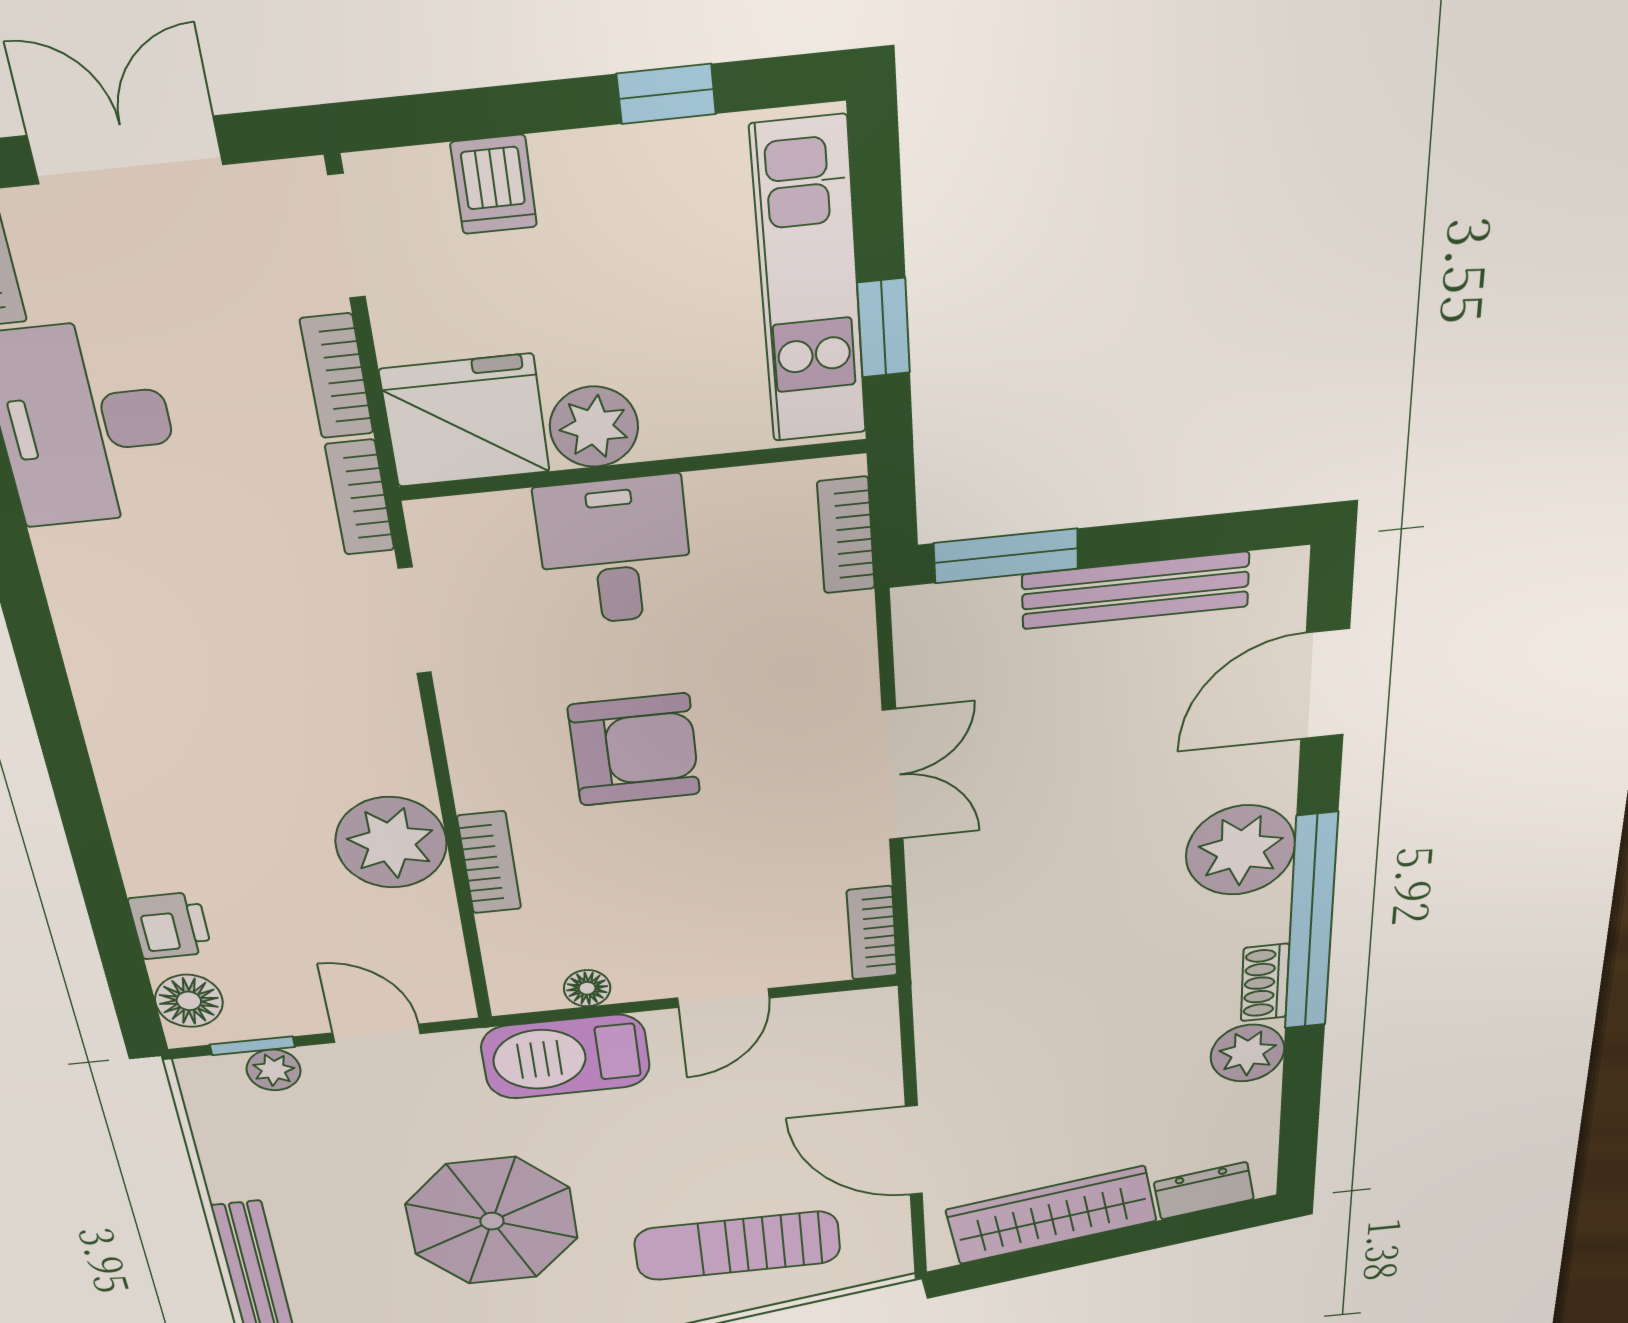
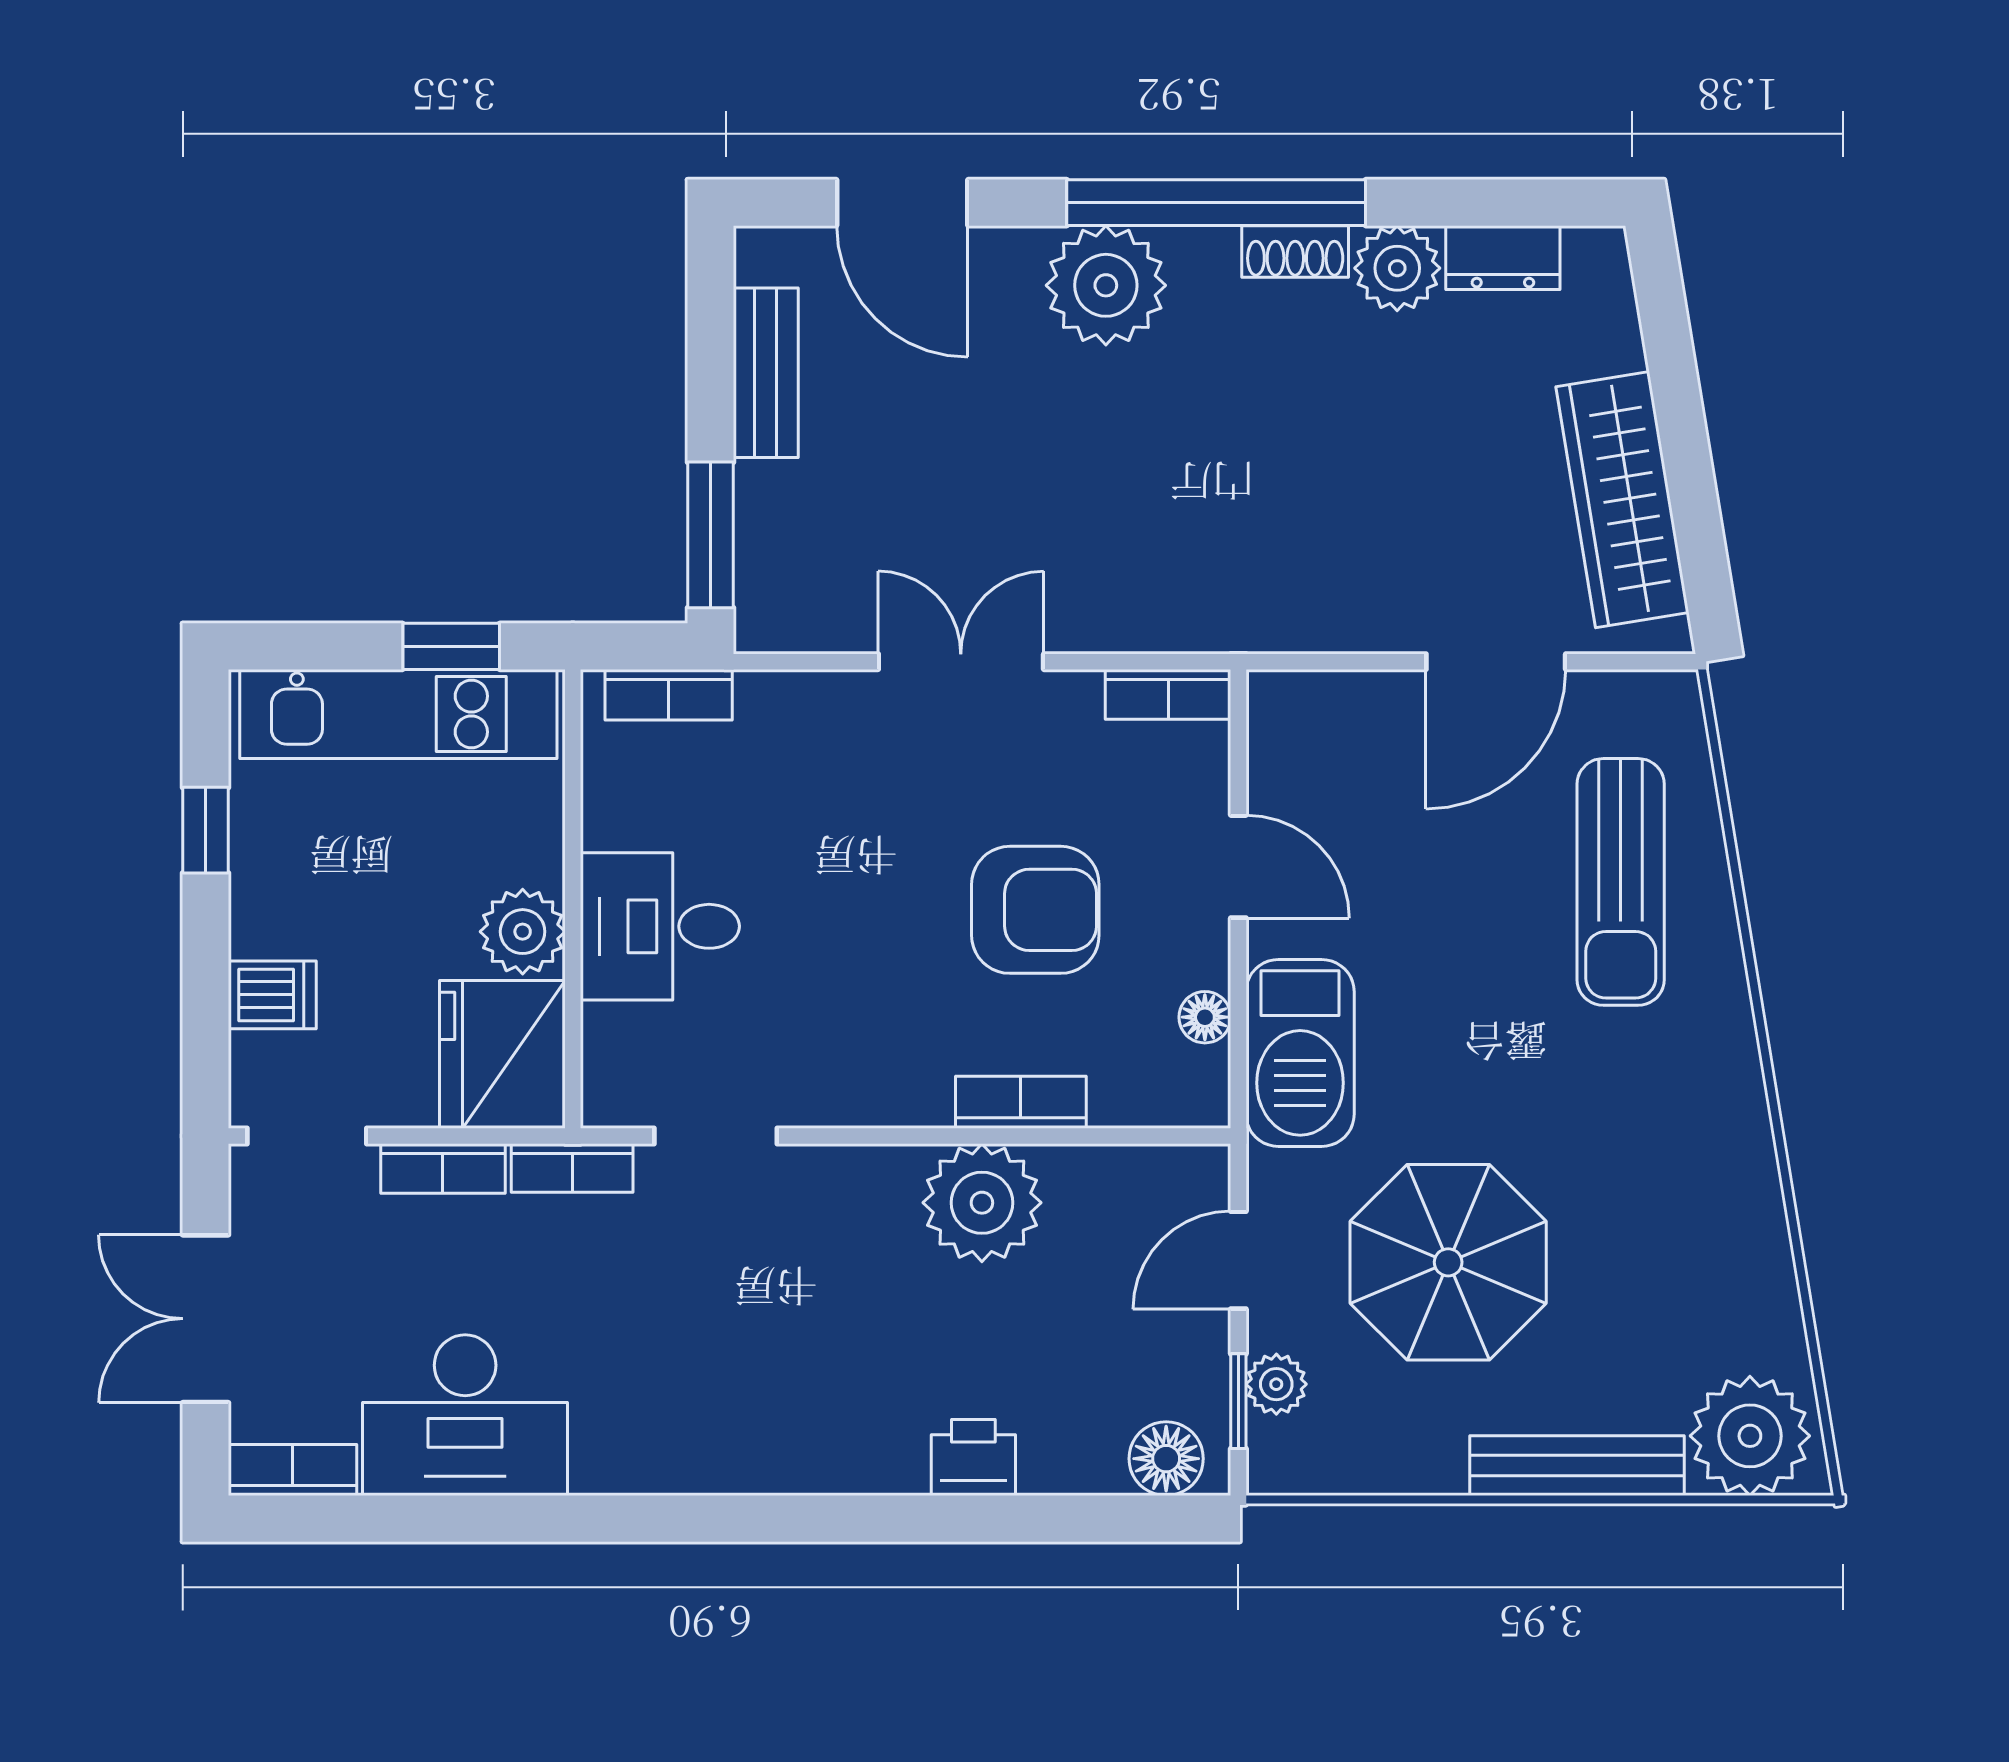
bench: (1135, 590) -> (766, 373), width x0.73
armchair: (634, 750) -> (1035, 910), moved, turned 90
printer: (170, 926) -> (973, 1457), moved
dresser: (1204, 1191) -> (1503, 258), moved, turned -81
parasol: (492, 1221) -> (1448, 1262), moved

